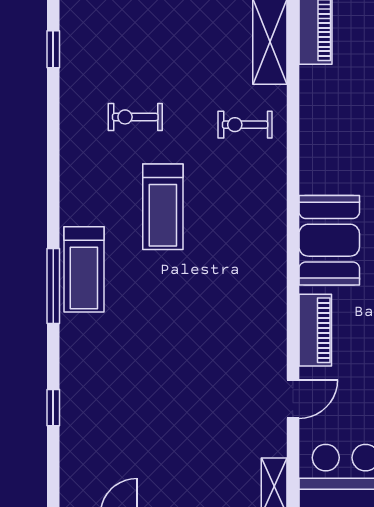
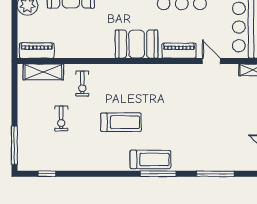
exercise bike: (135, 117) -> (61, 118), moved
window: (53, 408) -> (215, 174), width x2.17

